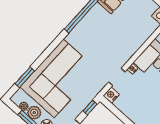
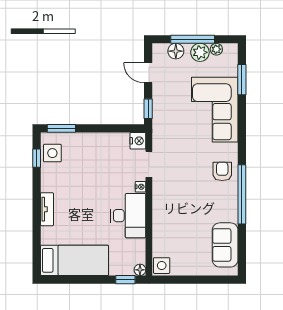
armchair: (81, 37) -> (222, 171), added
corner sofa: (59, 78) -> (215, 110), width x0.73, depth x0.74

